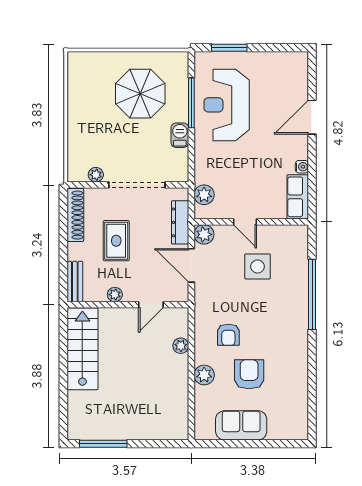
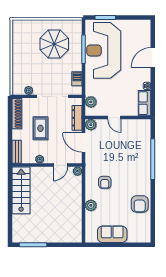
reception desk: (227, 105) -> (104, 50), width x1.36, depth x1.30
barbecue: (180, 135) -> (77, 79), moved
side table: (258, 266) -> (122, 143), removed
plant: (181, 346) -> (77, 171), moved
armchair: (249, 374) -> (140, 204), moved, turned 180

